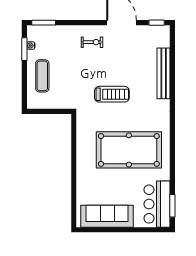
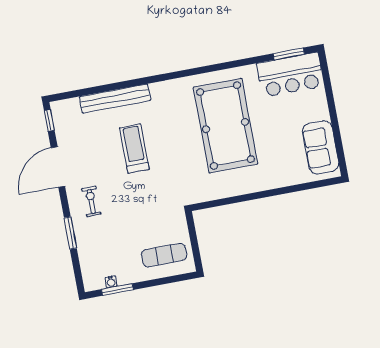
window: (44, 23) -> (70, 233), moved
exercise mat: (42, 76) -> (164, 255), moved
treadmill: (112, 94) -> (134, 149), moved
sofa: (107, 216) -> (321, 147), width x0.73

